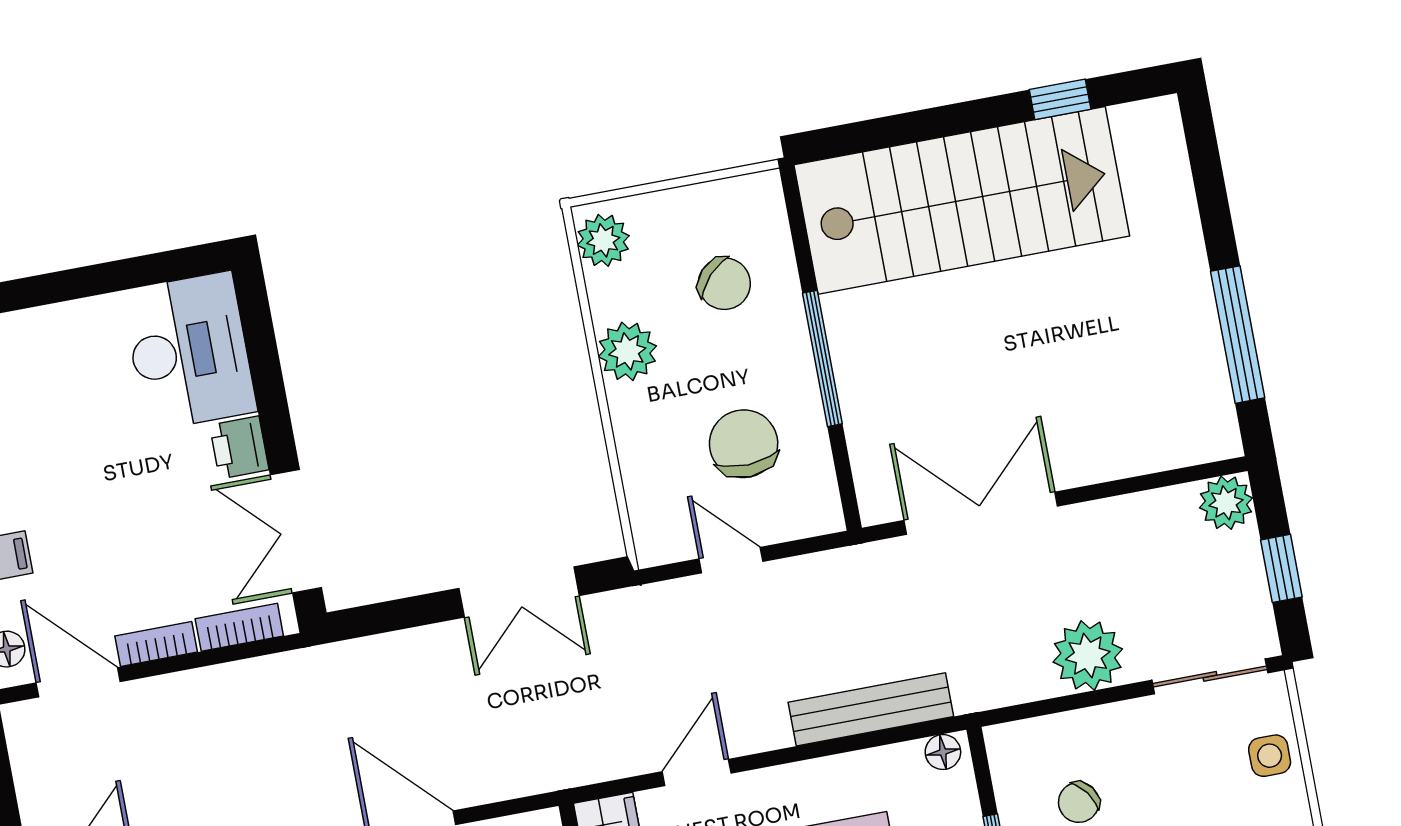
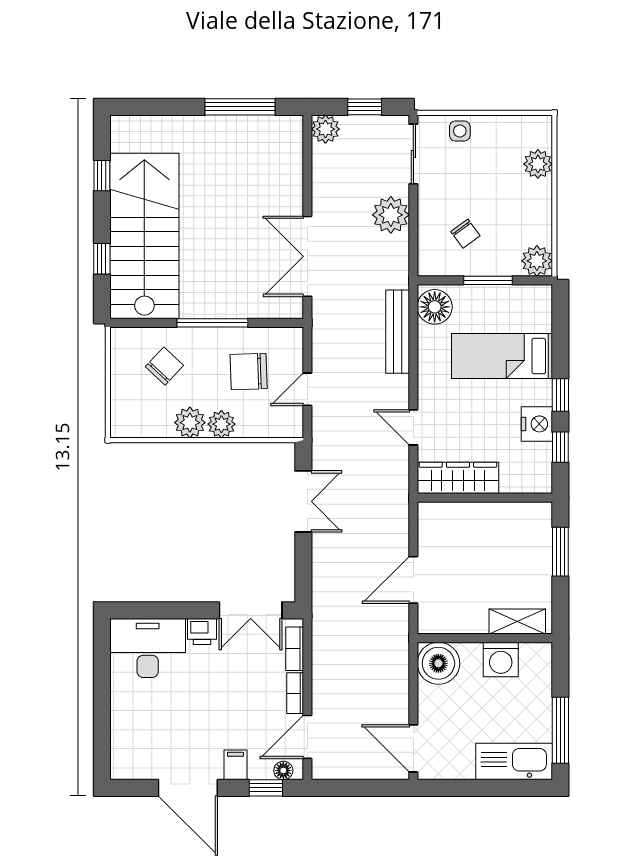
window: (904, 129) -> (102, 259), added
plant: (603, 240) -> (221, 424), moved
floor lamp: (943, 752) -> (435, 307), width x1.89, depth x1.89

